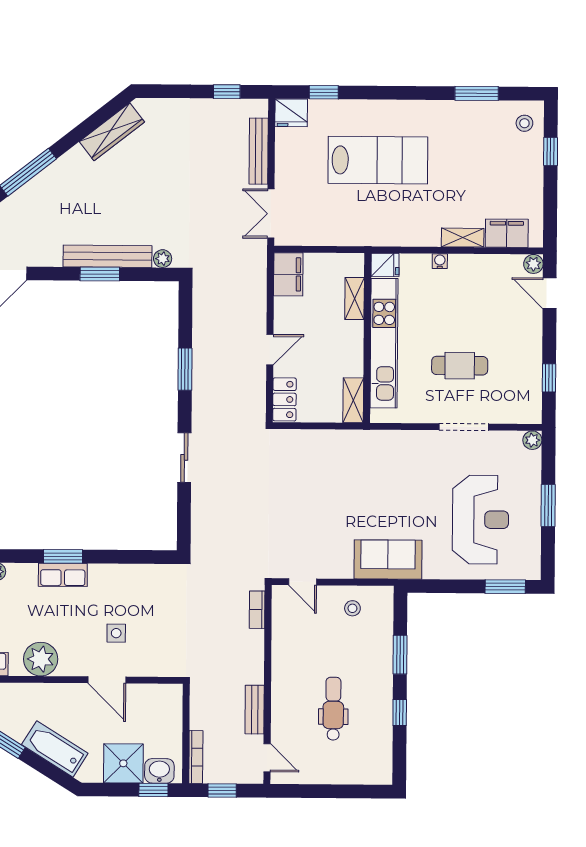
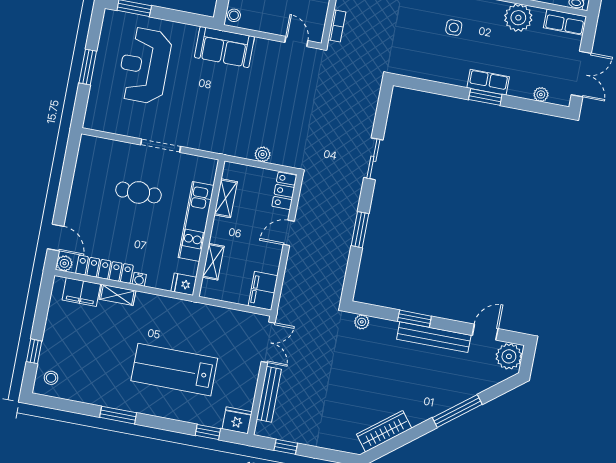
window: (477, 93) -> (118, 415), moved
bench: (108, 256) -> (434, 337), moved
locker: (484, 266) -> (104, 269), added
kitchen unit: (384, 343) -> (196, 221), width x0.73
window: (549, 378) -> (68, 169), removed
shelving: (353, 400) -> (226, 198), moved
doorway: (464, 427) -> (161, 146), moved
plant: (532, 440) -> (263, 154), moved
stool: (352, 608) -> (234, 15), moved

